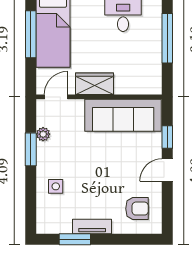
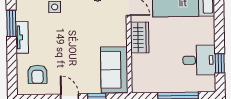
sofa: (123, 115) -> (114, 70), width x0.73

